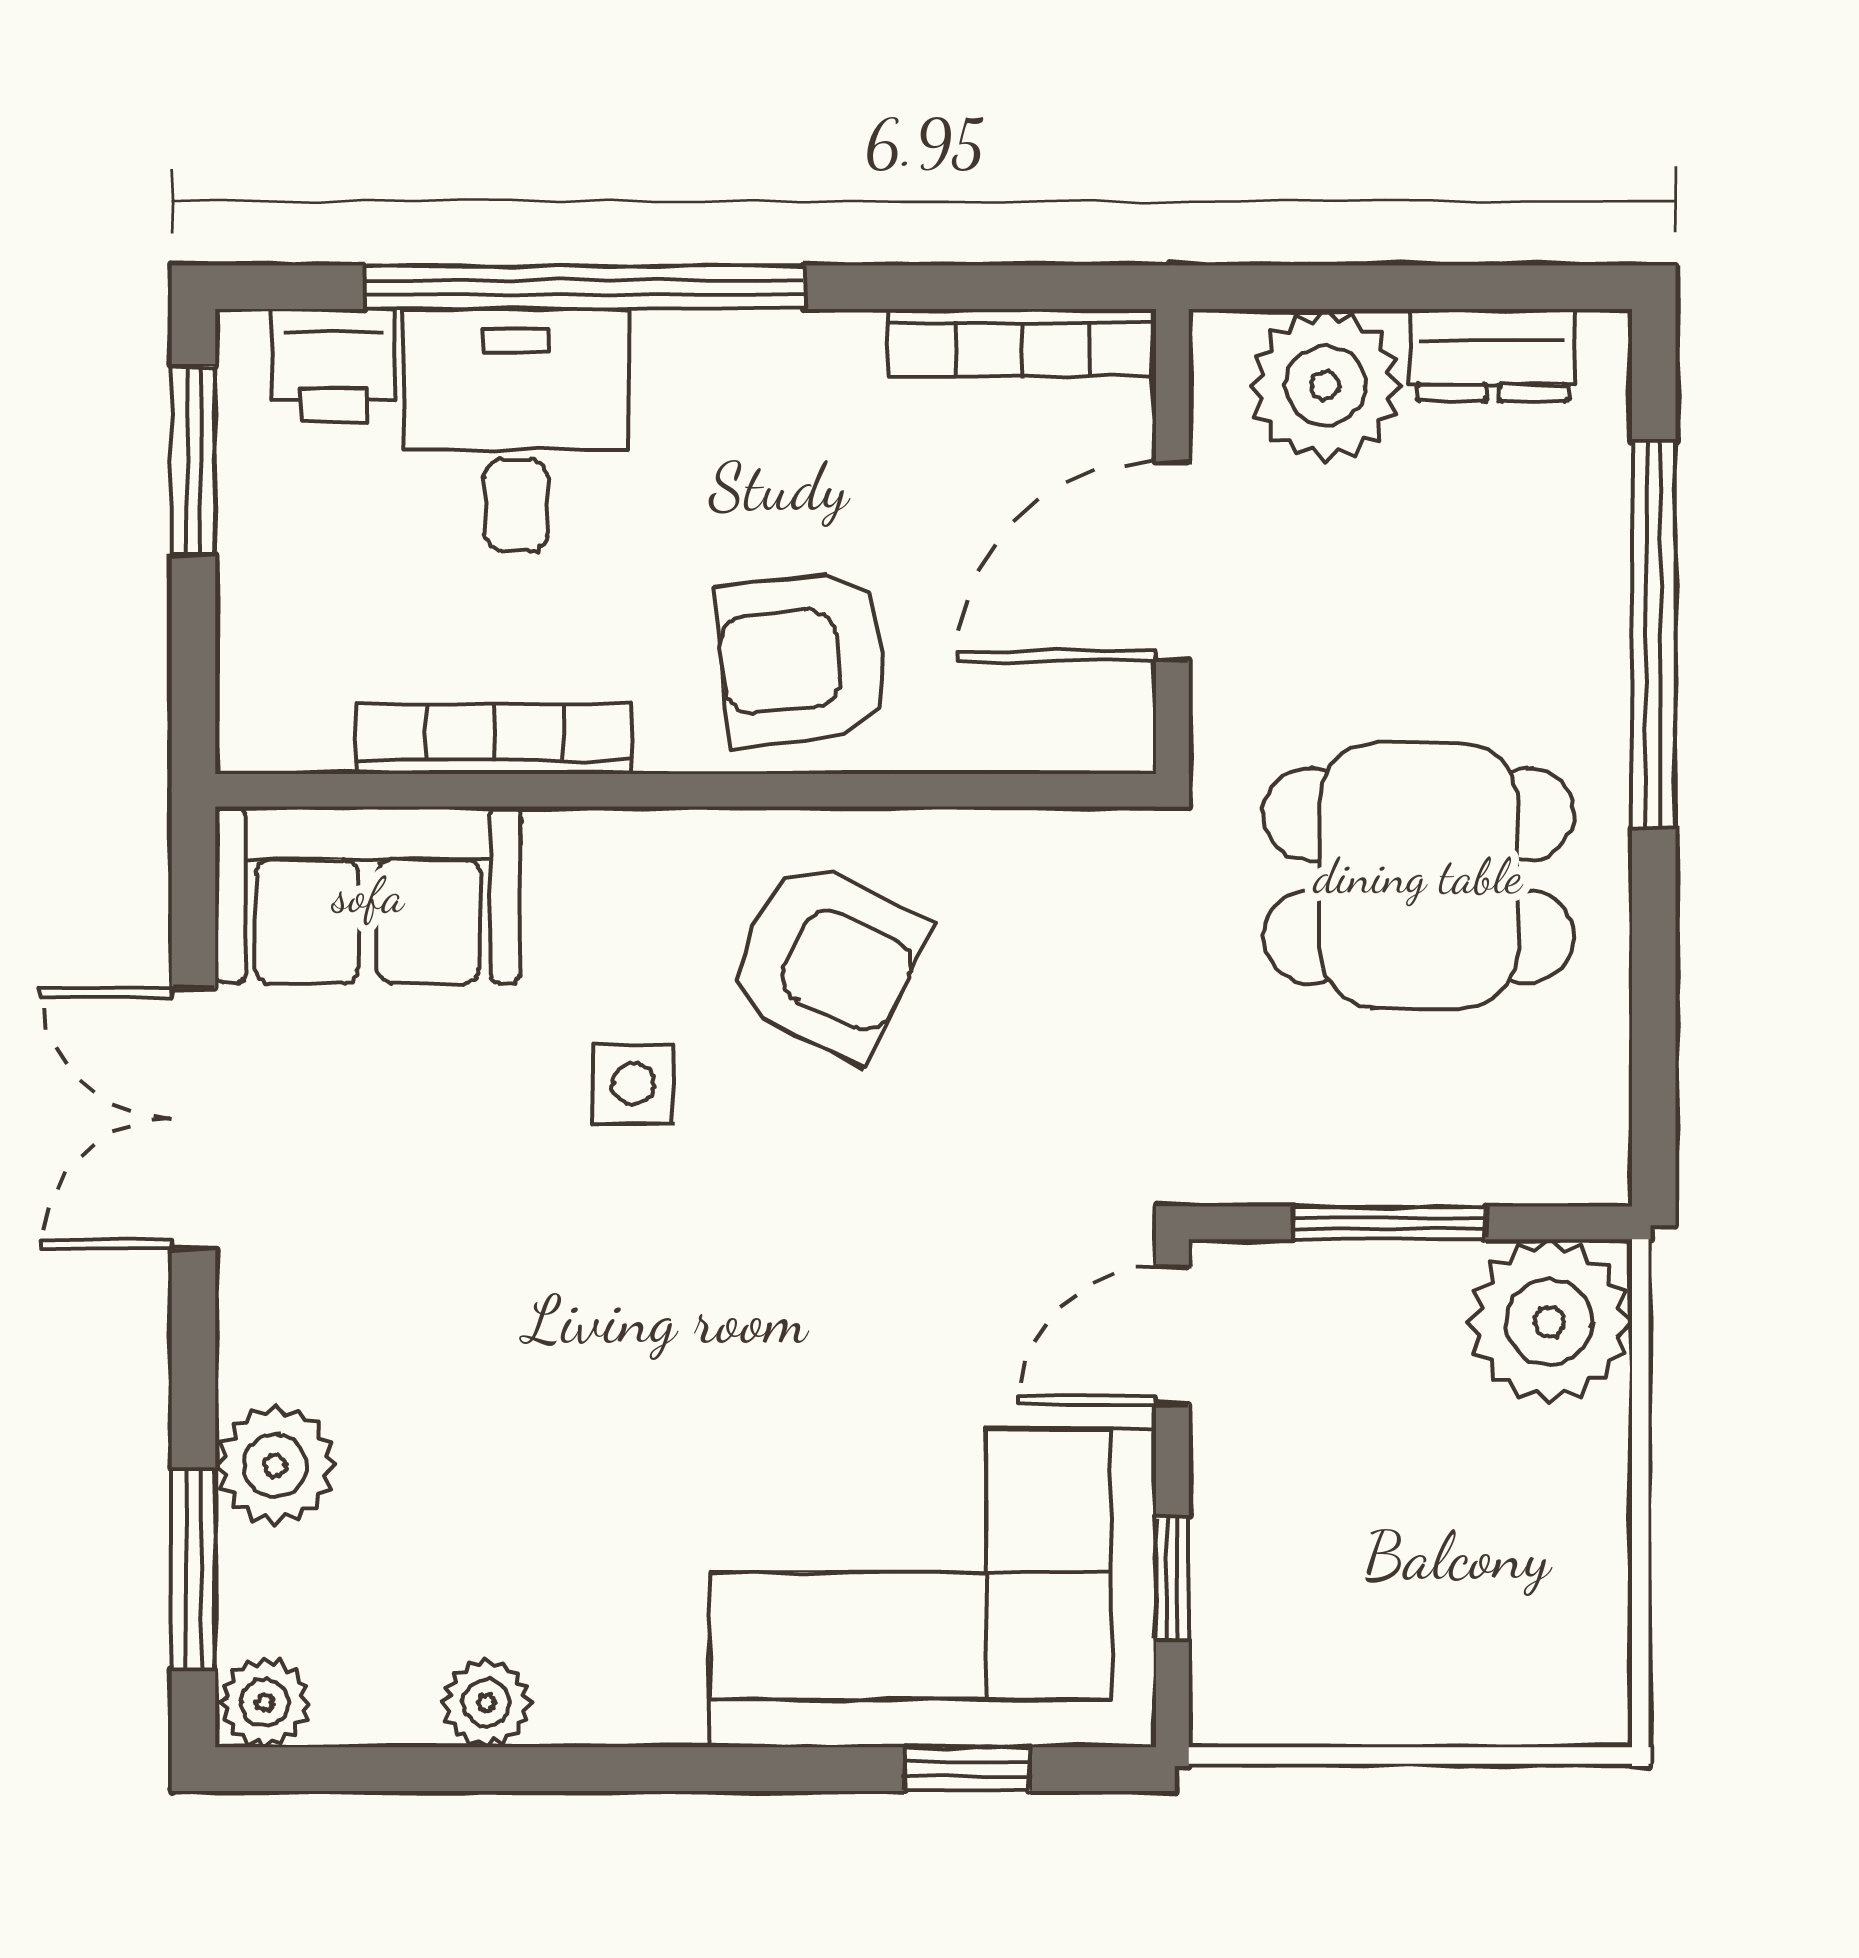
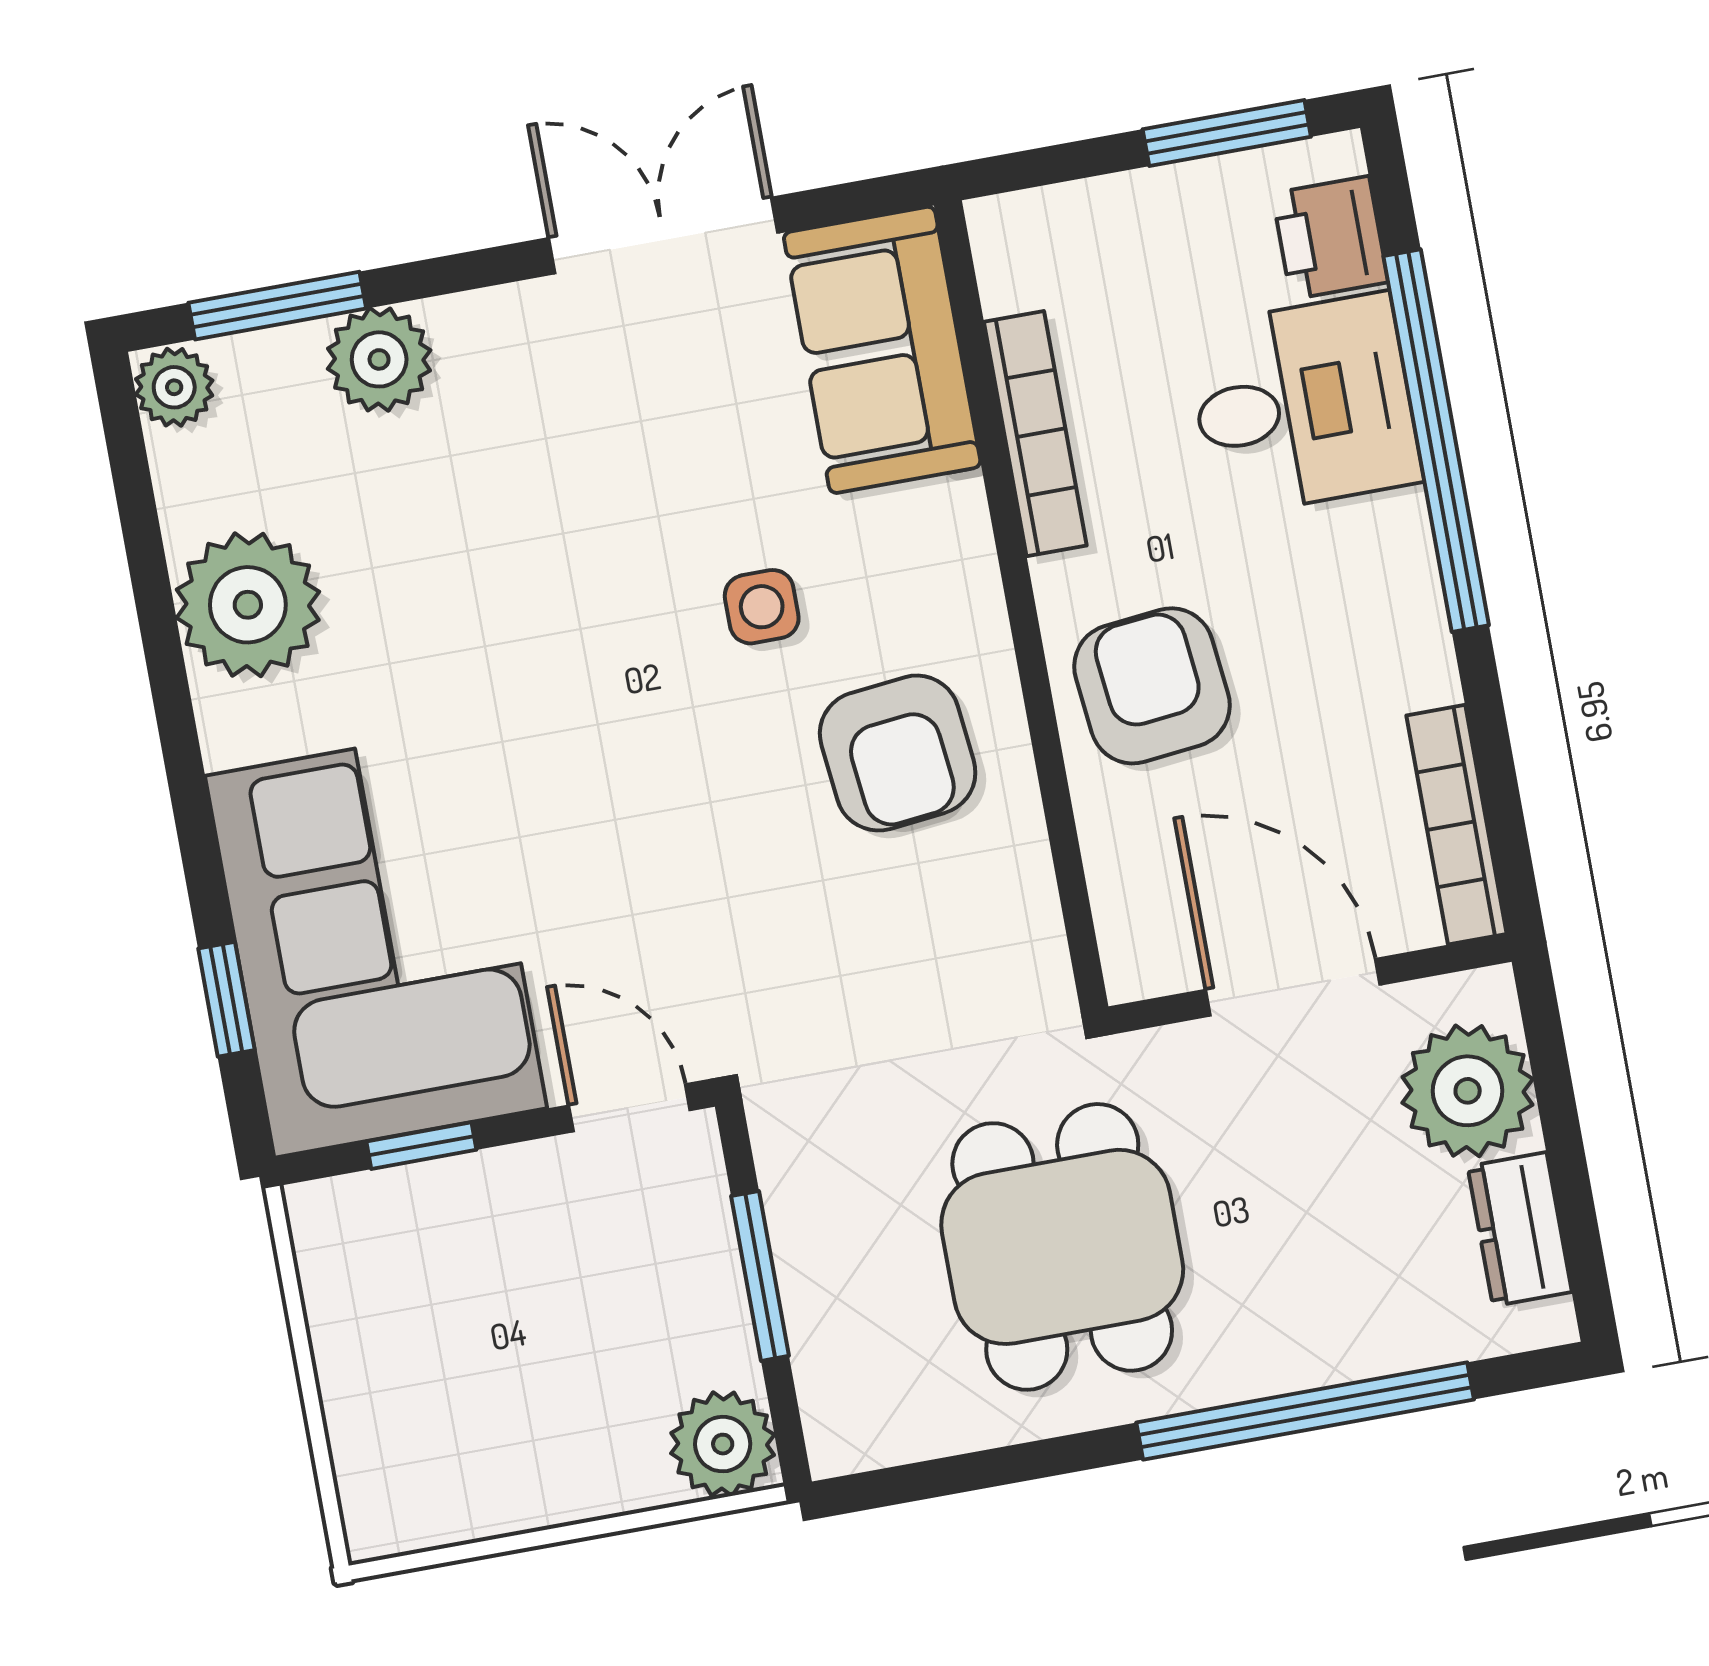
armchair: (827, 960) -> (898, 753), turned -32
plant: (1549, 1322) -> (723, 1444), width x0.73, depth x0.73
plant: (487, 1703) -> (248, 605), width x1.87, depth x1.87

